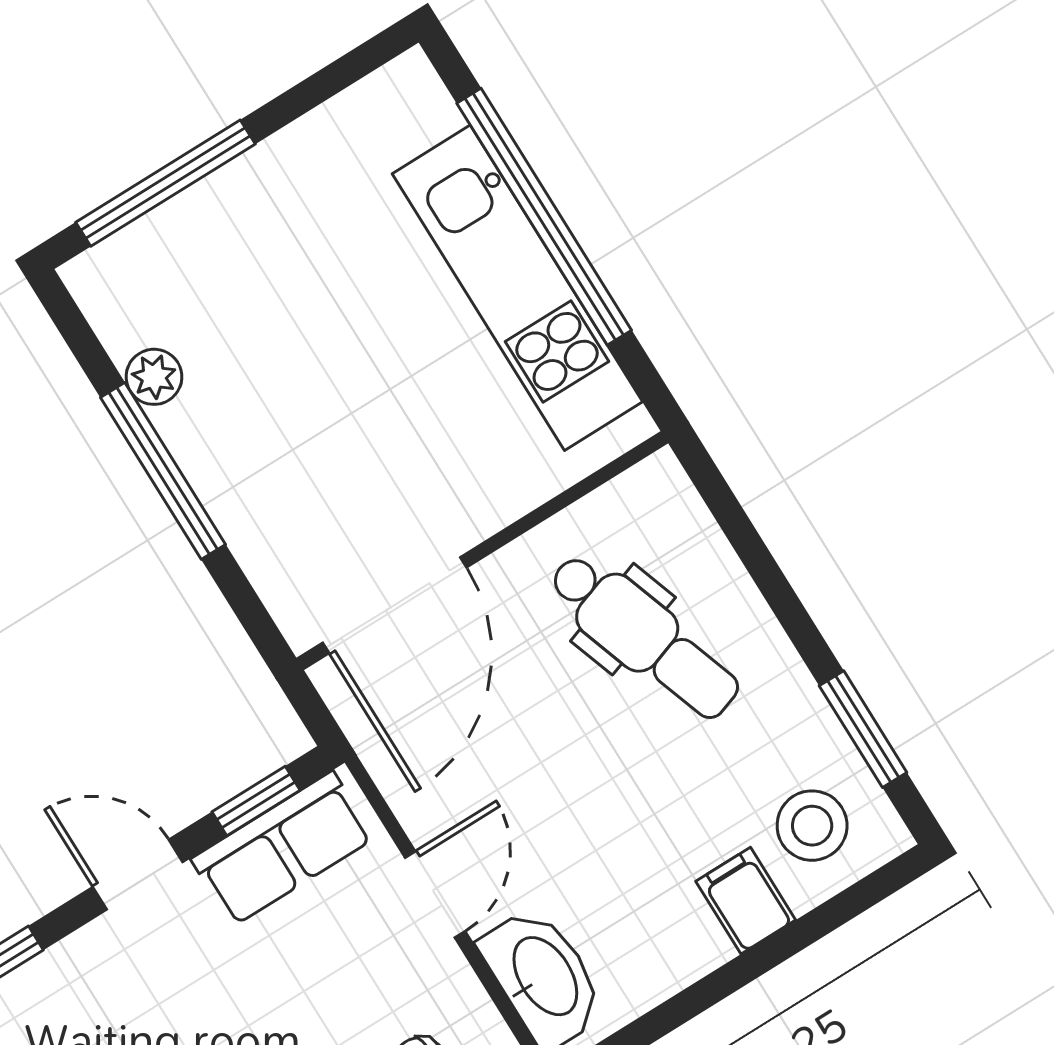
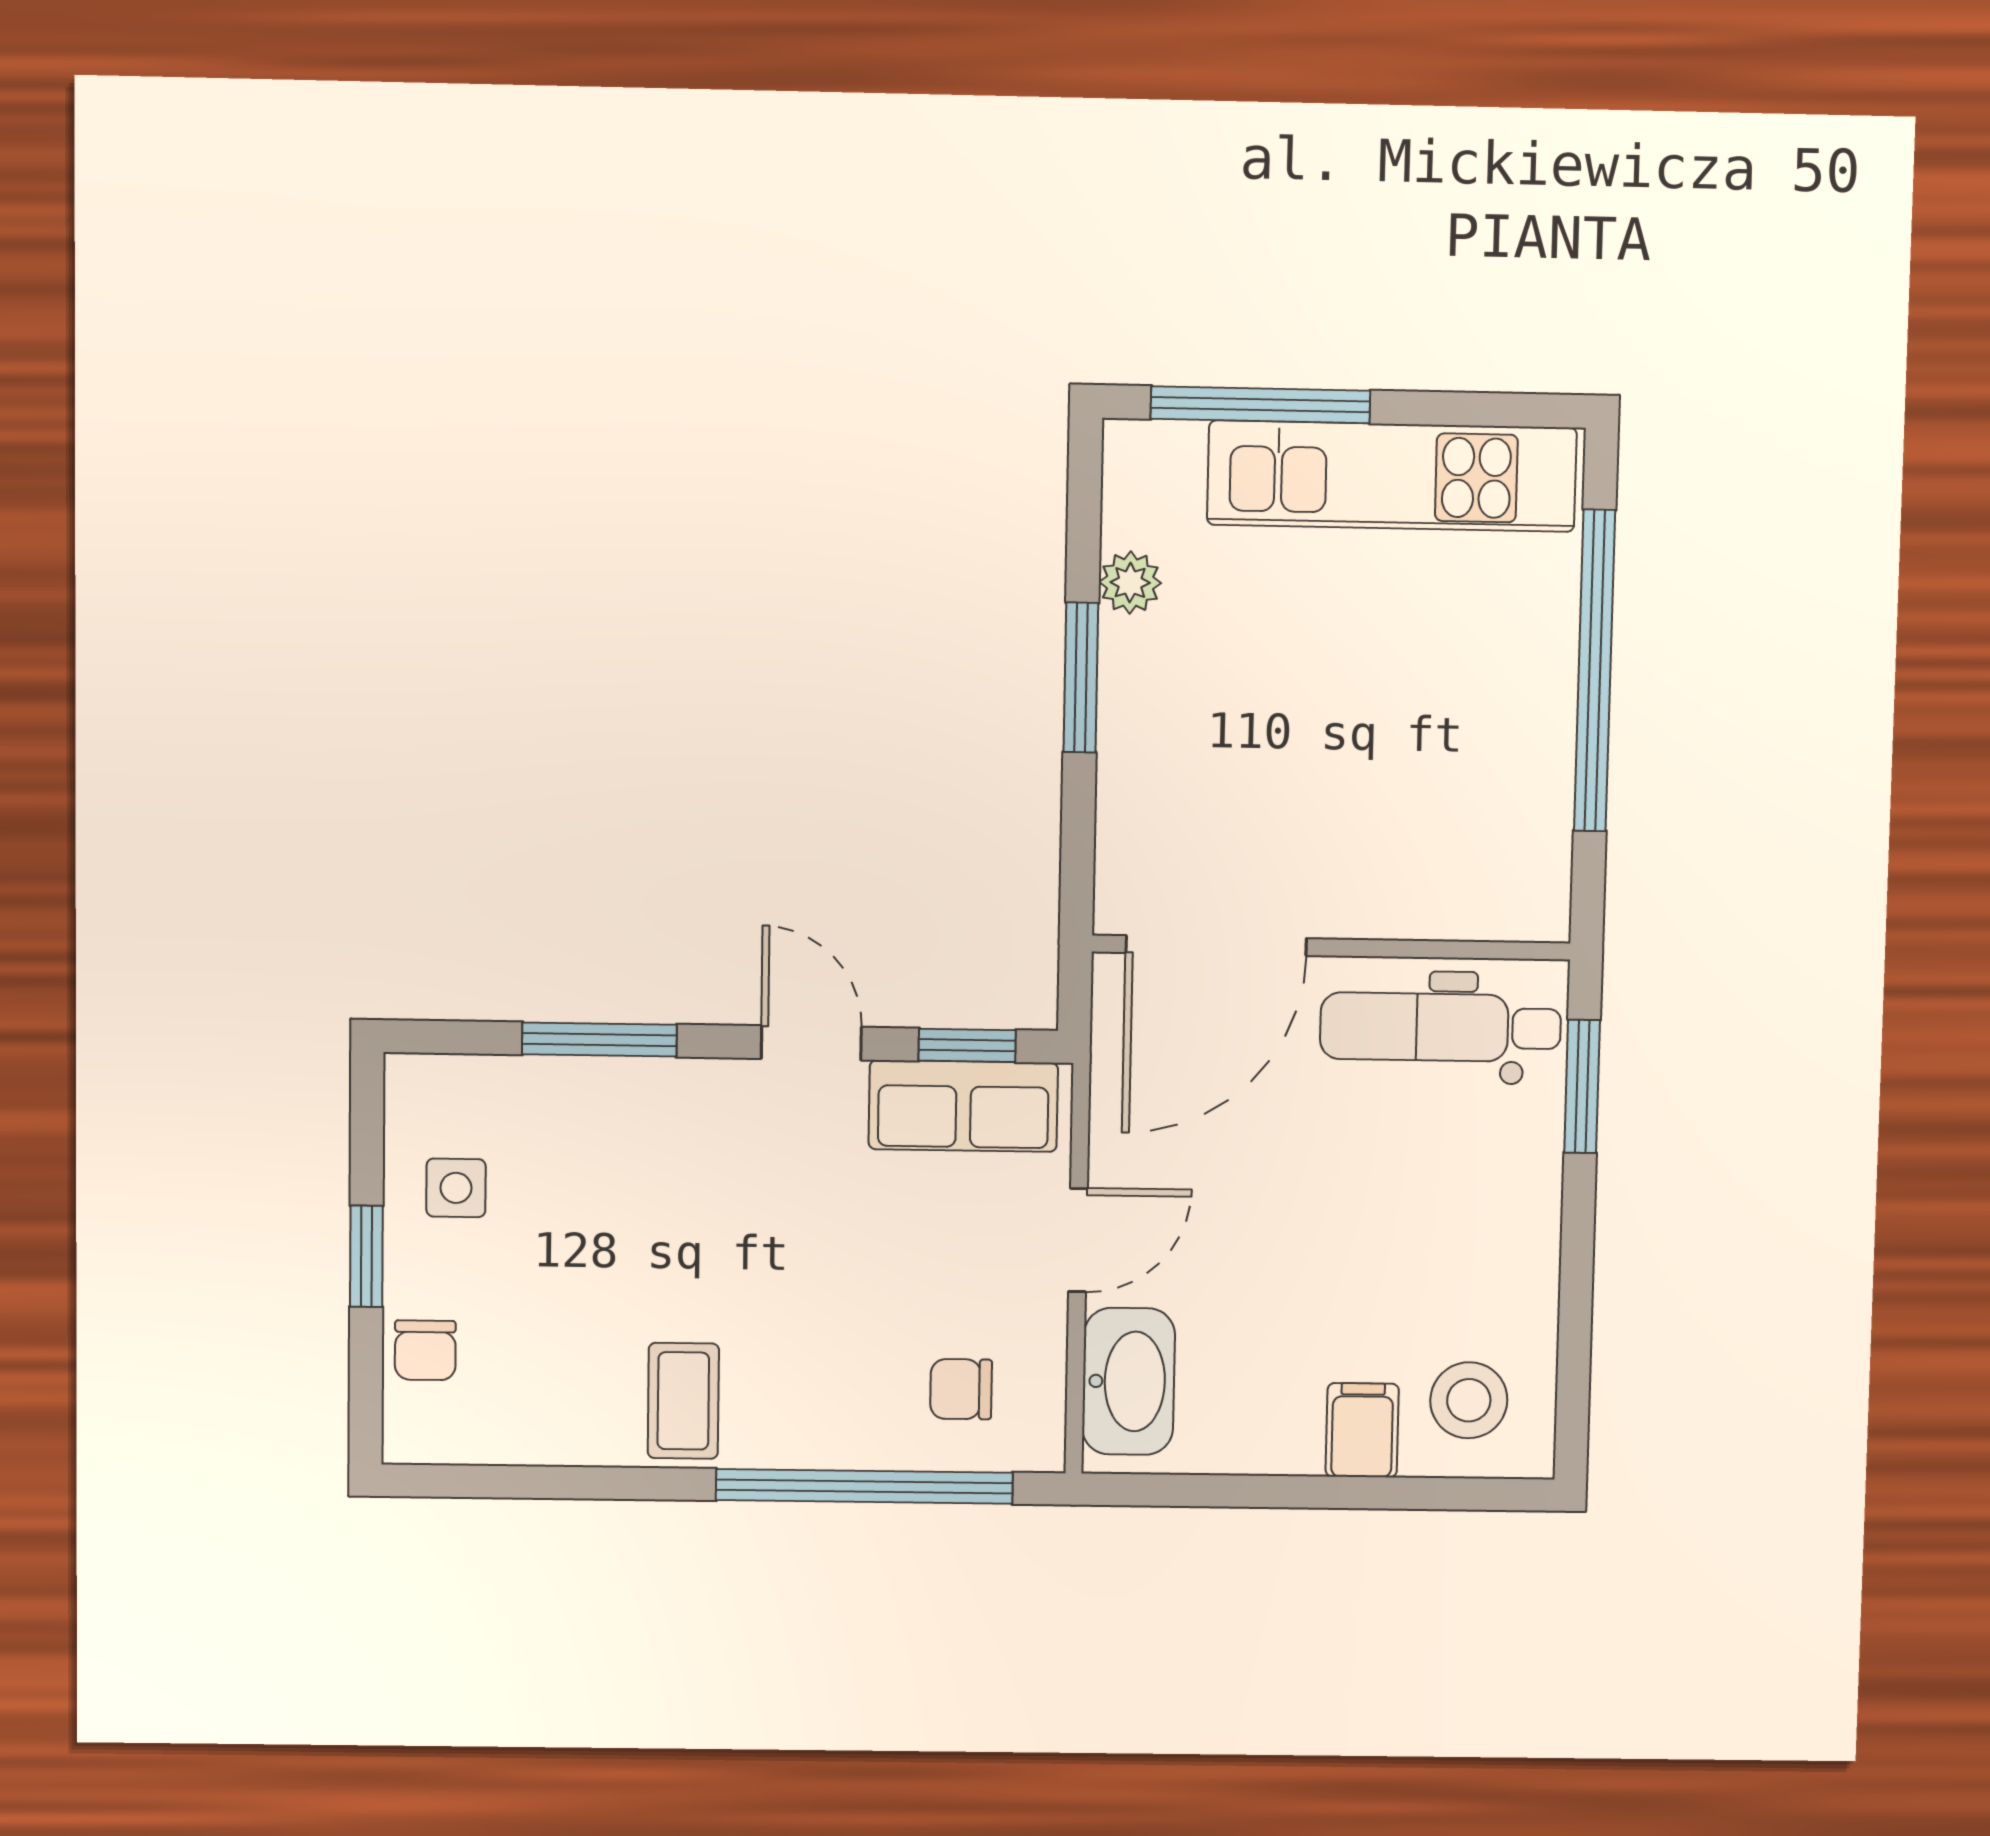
kitchen unit: (517, 288) -> (1392, 476), moved, turned -90
window: (163, 471) -> (1081, 677), width x0.69
dental chair: (644, 636) -> (1441, 1027), moved, turned 109
window: (863, 729) -> (1582, 1086), moved

